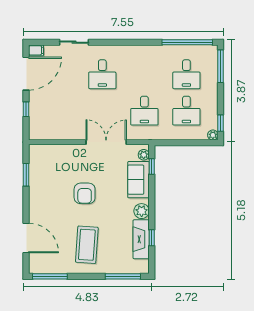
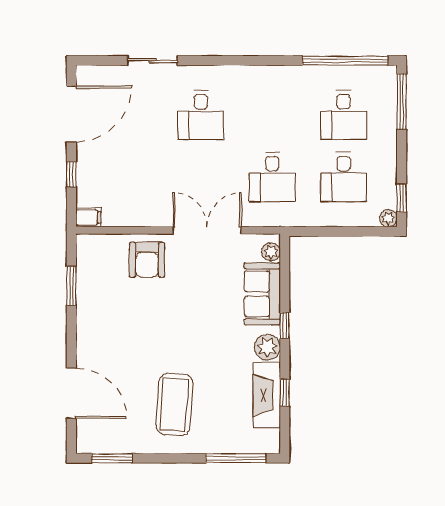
filing cabinet: (36, 50) -> (88, 217), moved
window: (152, 166) -> (285, 326), moved
armchair: (85, 193) -> (147, 260), moved
window: (50, 276) -> (112, 458), width x0.69

